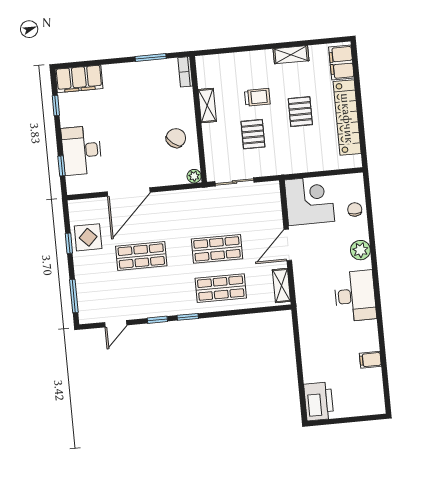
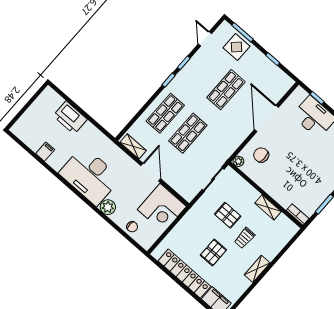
shelving: (291, 55) -> (257, 269), moved
pallet: (300, 112) -> (213, 252), turned 90
chair: (176, 138) -> (261, 155), moved, turned 142
display table: (88, 237) -> (236, 47), moved
desk: (355, 296) -> (90, 176), width x1.36, depth x1.30
printer: (319, 401) -> (70, 118), moved

